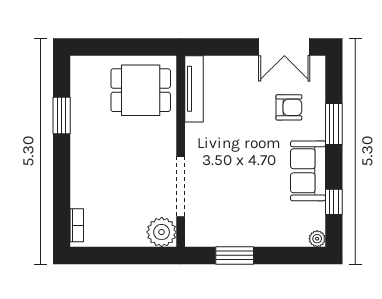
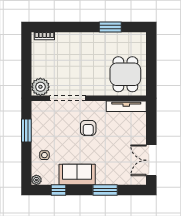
armchair: (289, 107) -> (88, 128), moved
side table: (276, 225) -> (44, 155), added

